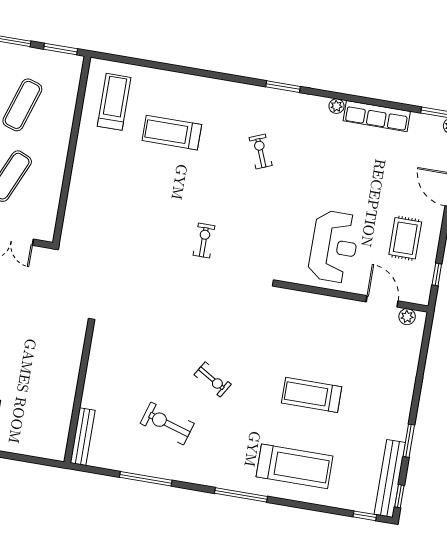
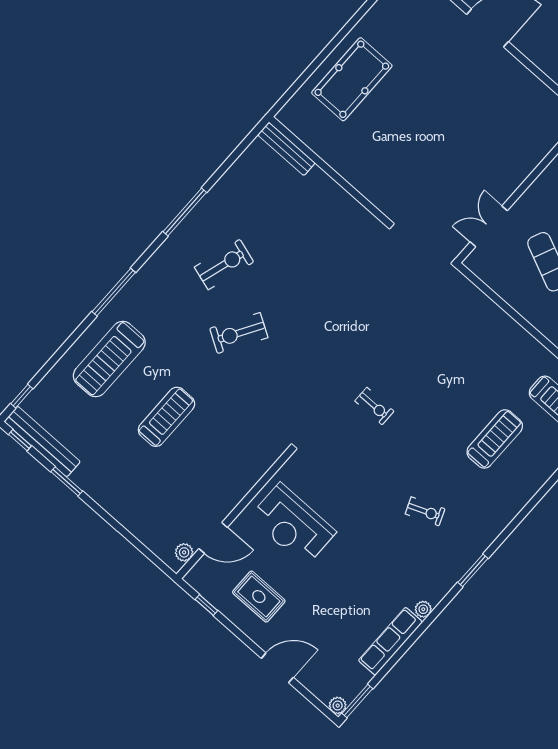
exercise bike: (213, 379) -> (239, 333), width x1.38, depth x1.39
wall: (79, 394) -> (329, 170), moved
bench: (83, 437) -> (286, 149), moved

